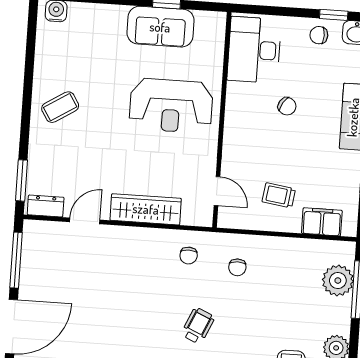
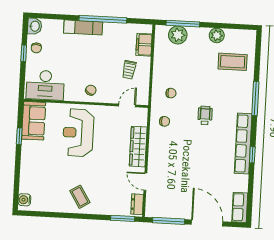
window: (334, 15) -> (24, 53), moved
sofa: (160, 27) -> (34, 121), moved
reception desk: (171, 106) -> (78, 133), turned 180
chair: (287, 106) -> (91, 90), moved
wheelchair: (198, 326) -> (205, 115), turned 66

